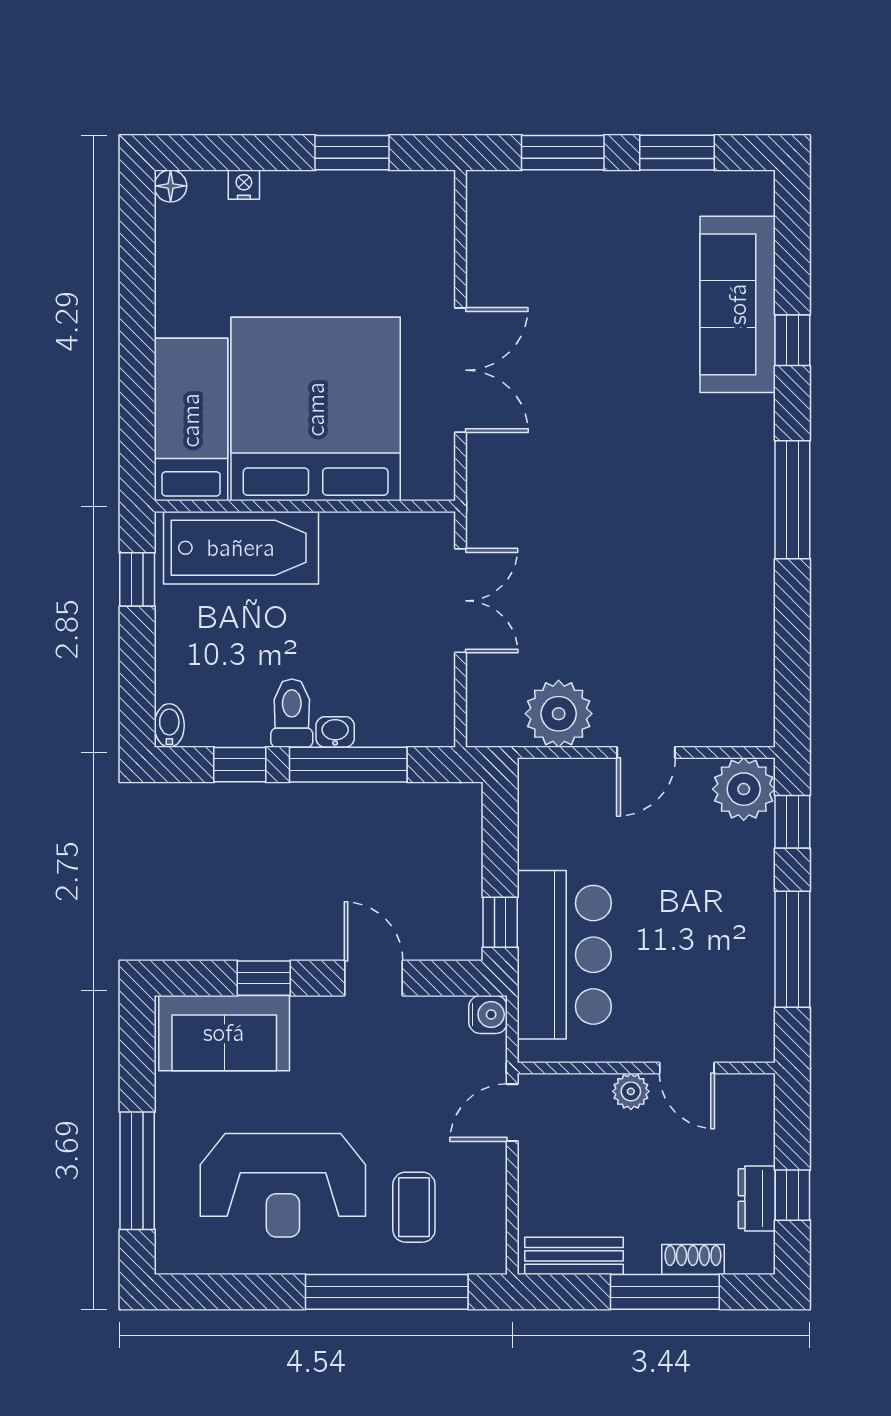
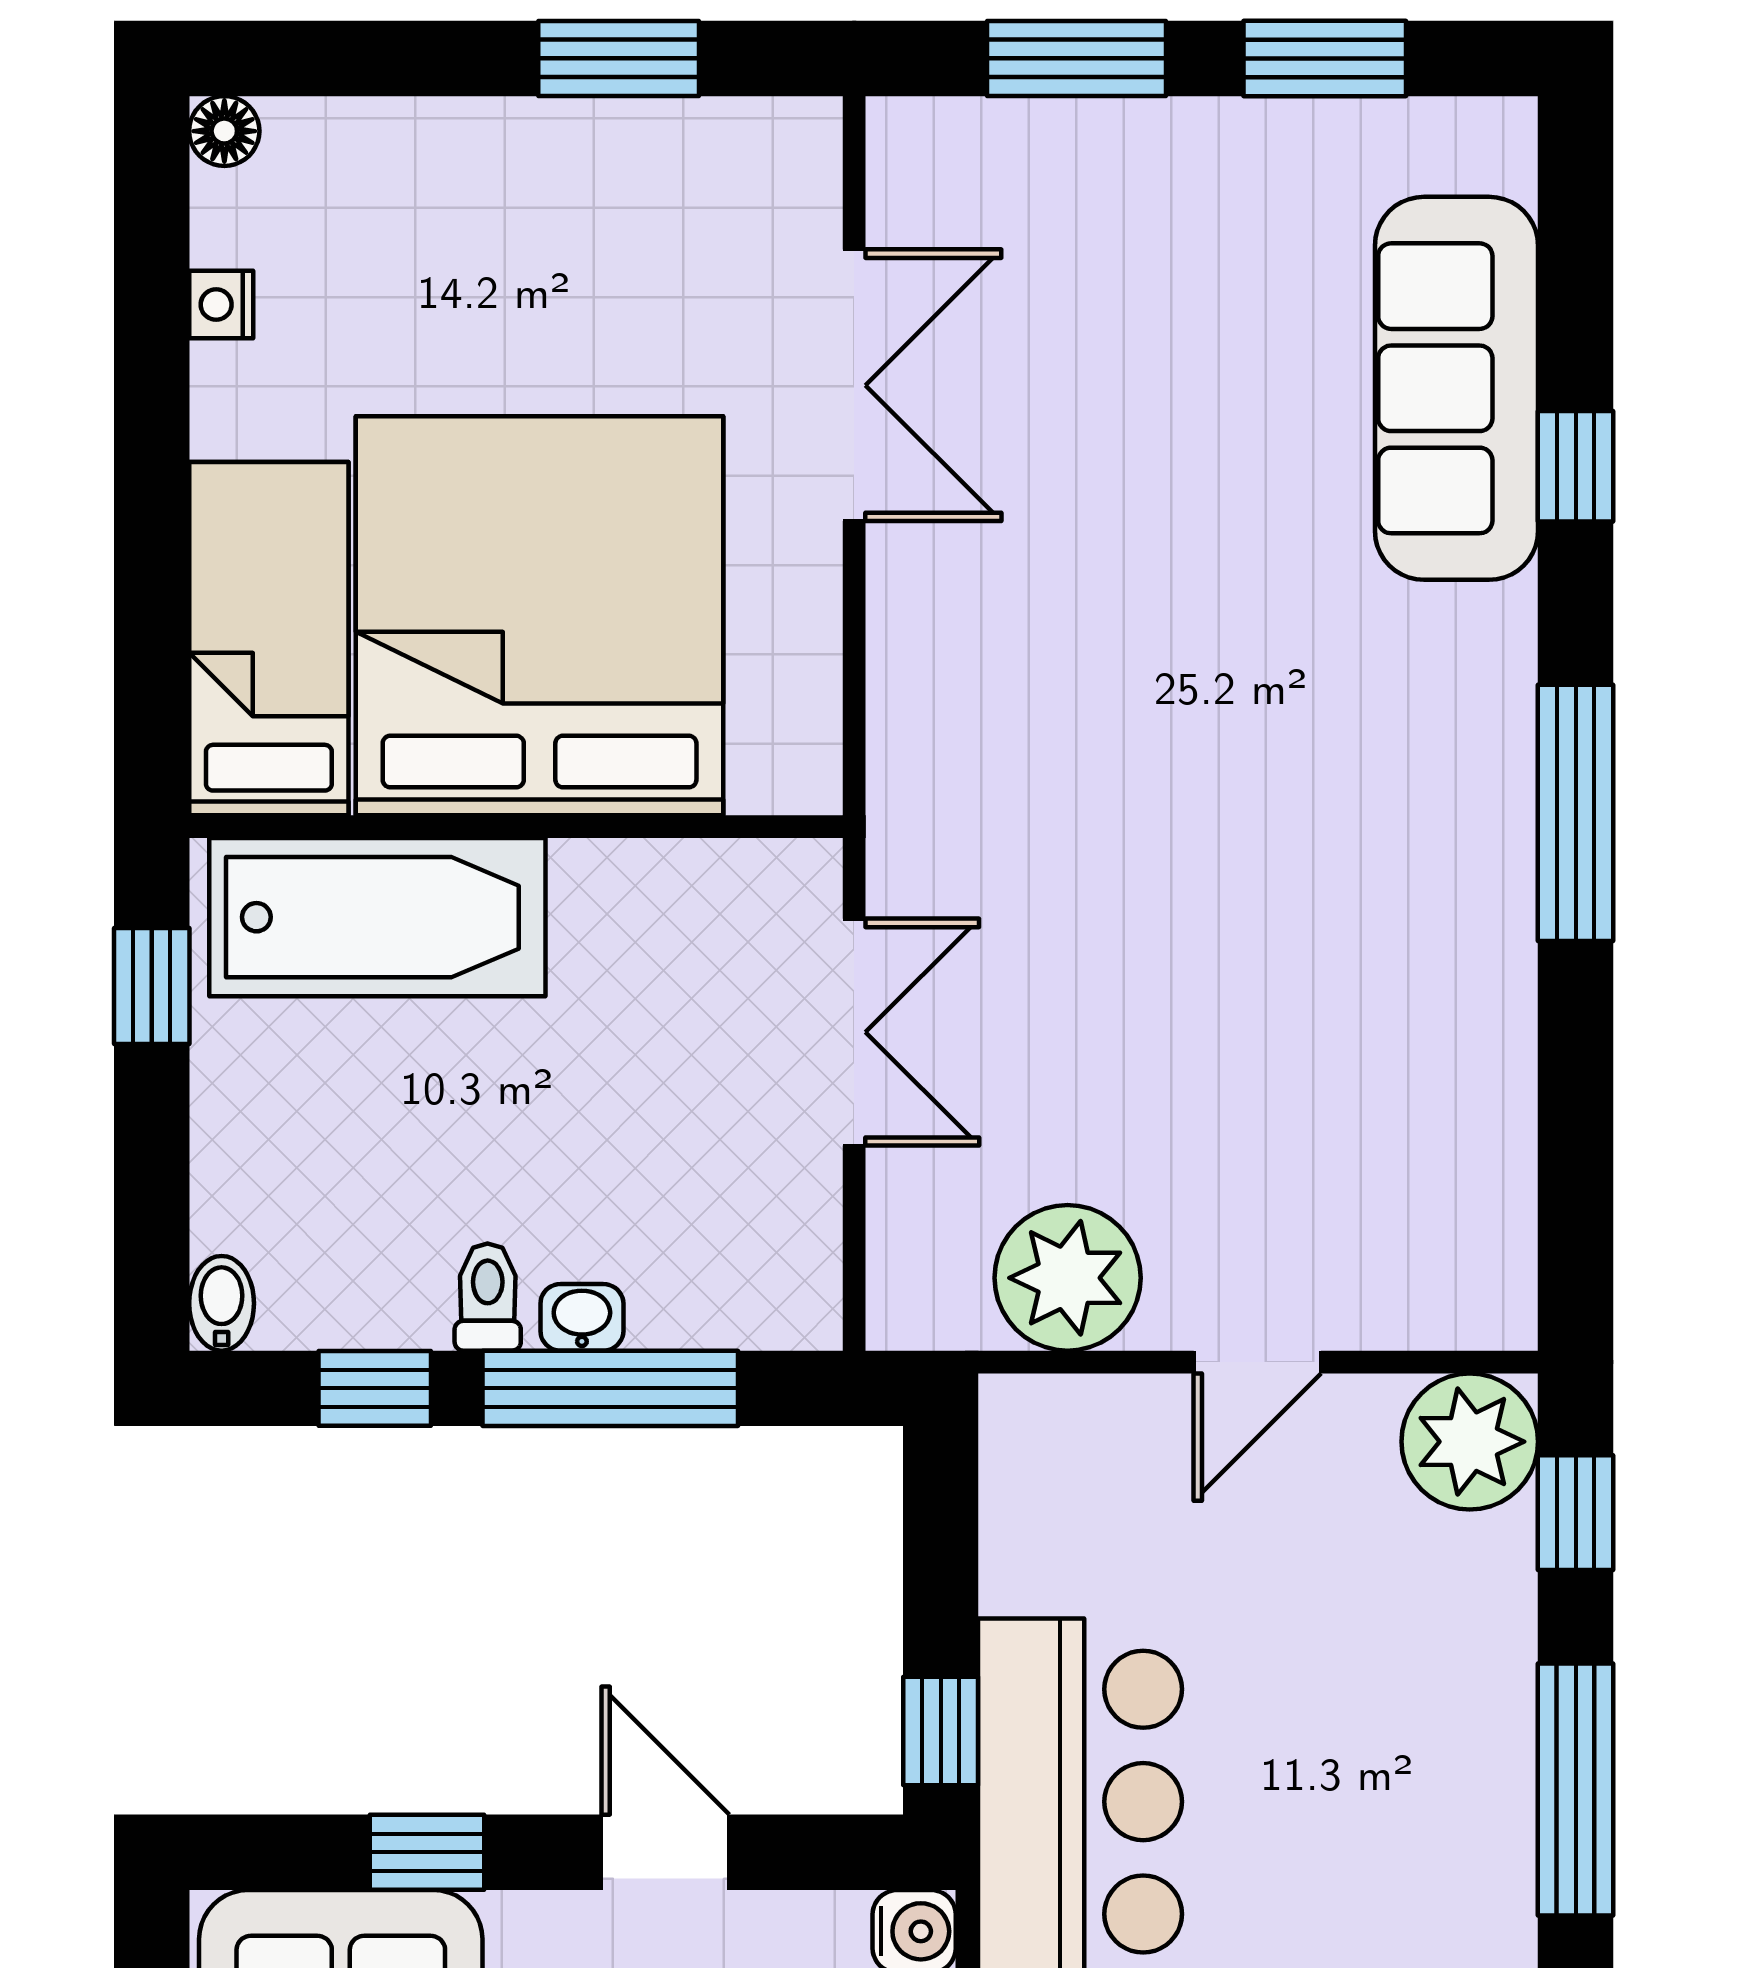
nightstand: (244, 185) -> (221, 305), moved, turned -90
double door: (460, 370) -> (854, 385), moved
toilet: (292, 713) -> (488, 1297), width x0.73, depth x0.72

